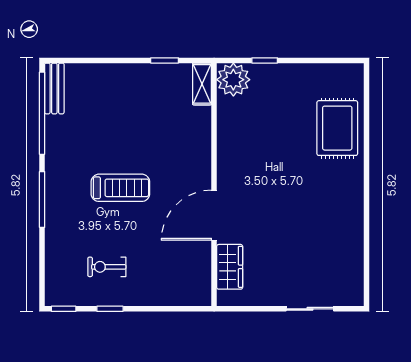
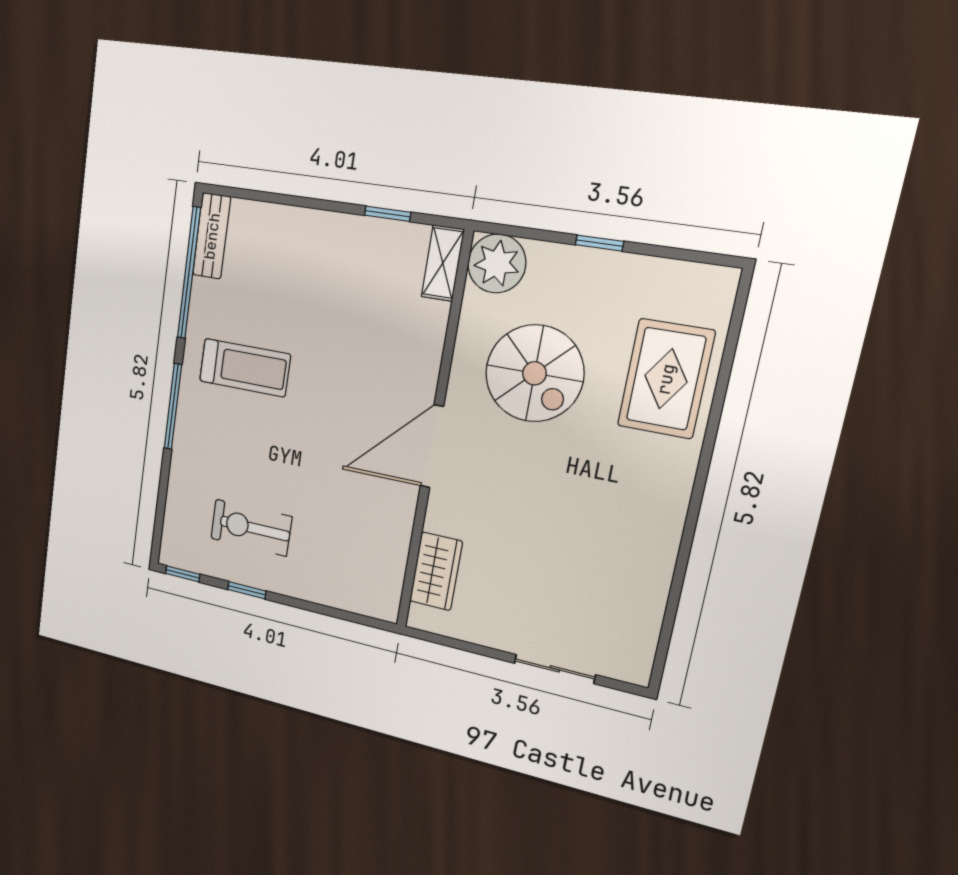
window: (265, 60) -> (599, 243), moved
spiral stairs: (266, 138) -> (534, 373), added
treadmill: (120, 188) -> (245, 368), moved
door: (214, 215) -> (432, 446), moved
exercise bike: (107, 267) -> (251, 528), width x1.38, depth x1.39

